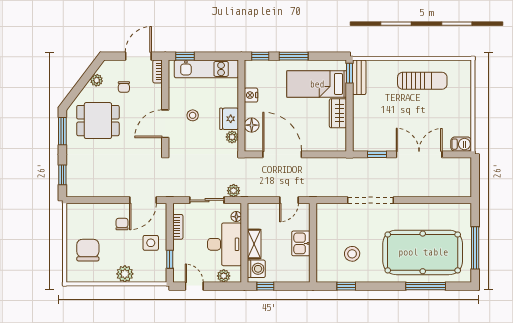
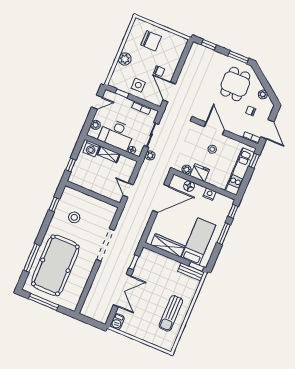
wardrobe: (338, 113) -> (168, 245), width x1.50
kitchen sink: (301, 243) -> (96, 186), removed
window: (265, 286) -> (71, 165), moved

